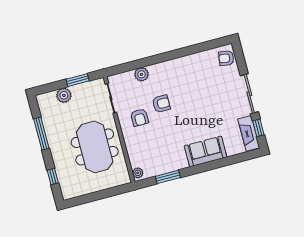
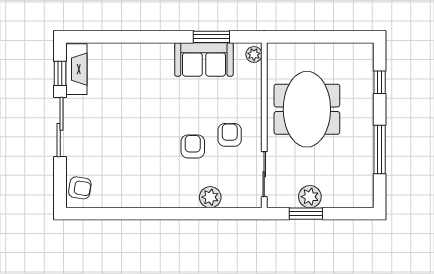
plant: (64, 95) -> (310, 197), moved
armchair: (161, 104) -> (193, 147), turned 90
sofa: (206, 151) -> (204, 59), moved

